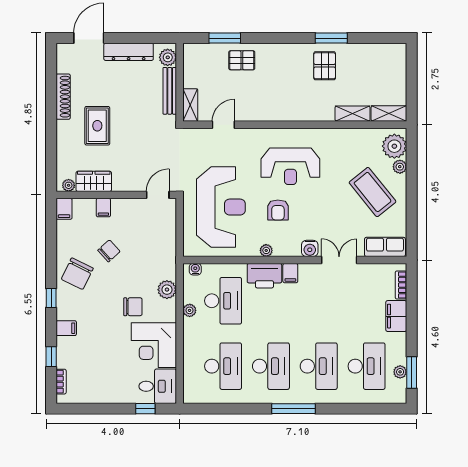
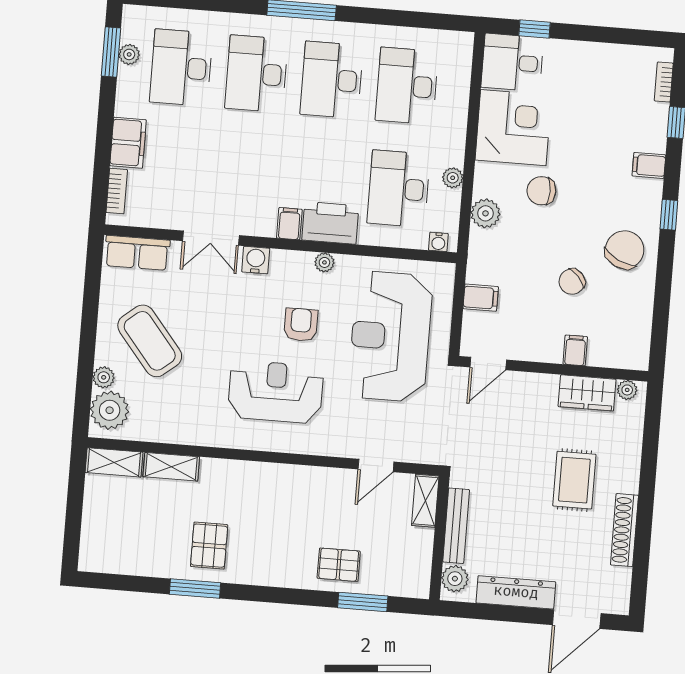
filing cabinet: (64, 209) -> (481, 298), moved, turned 90

